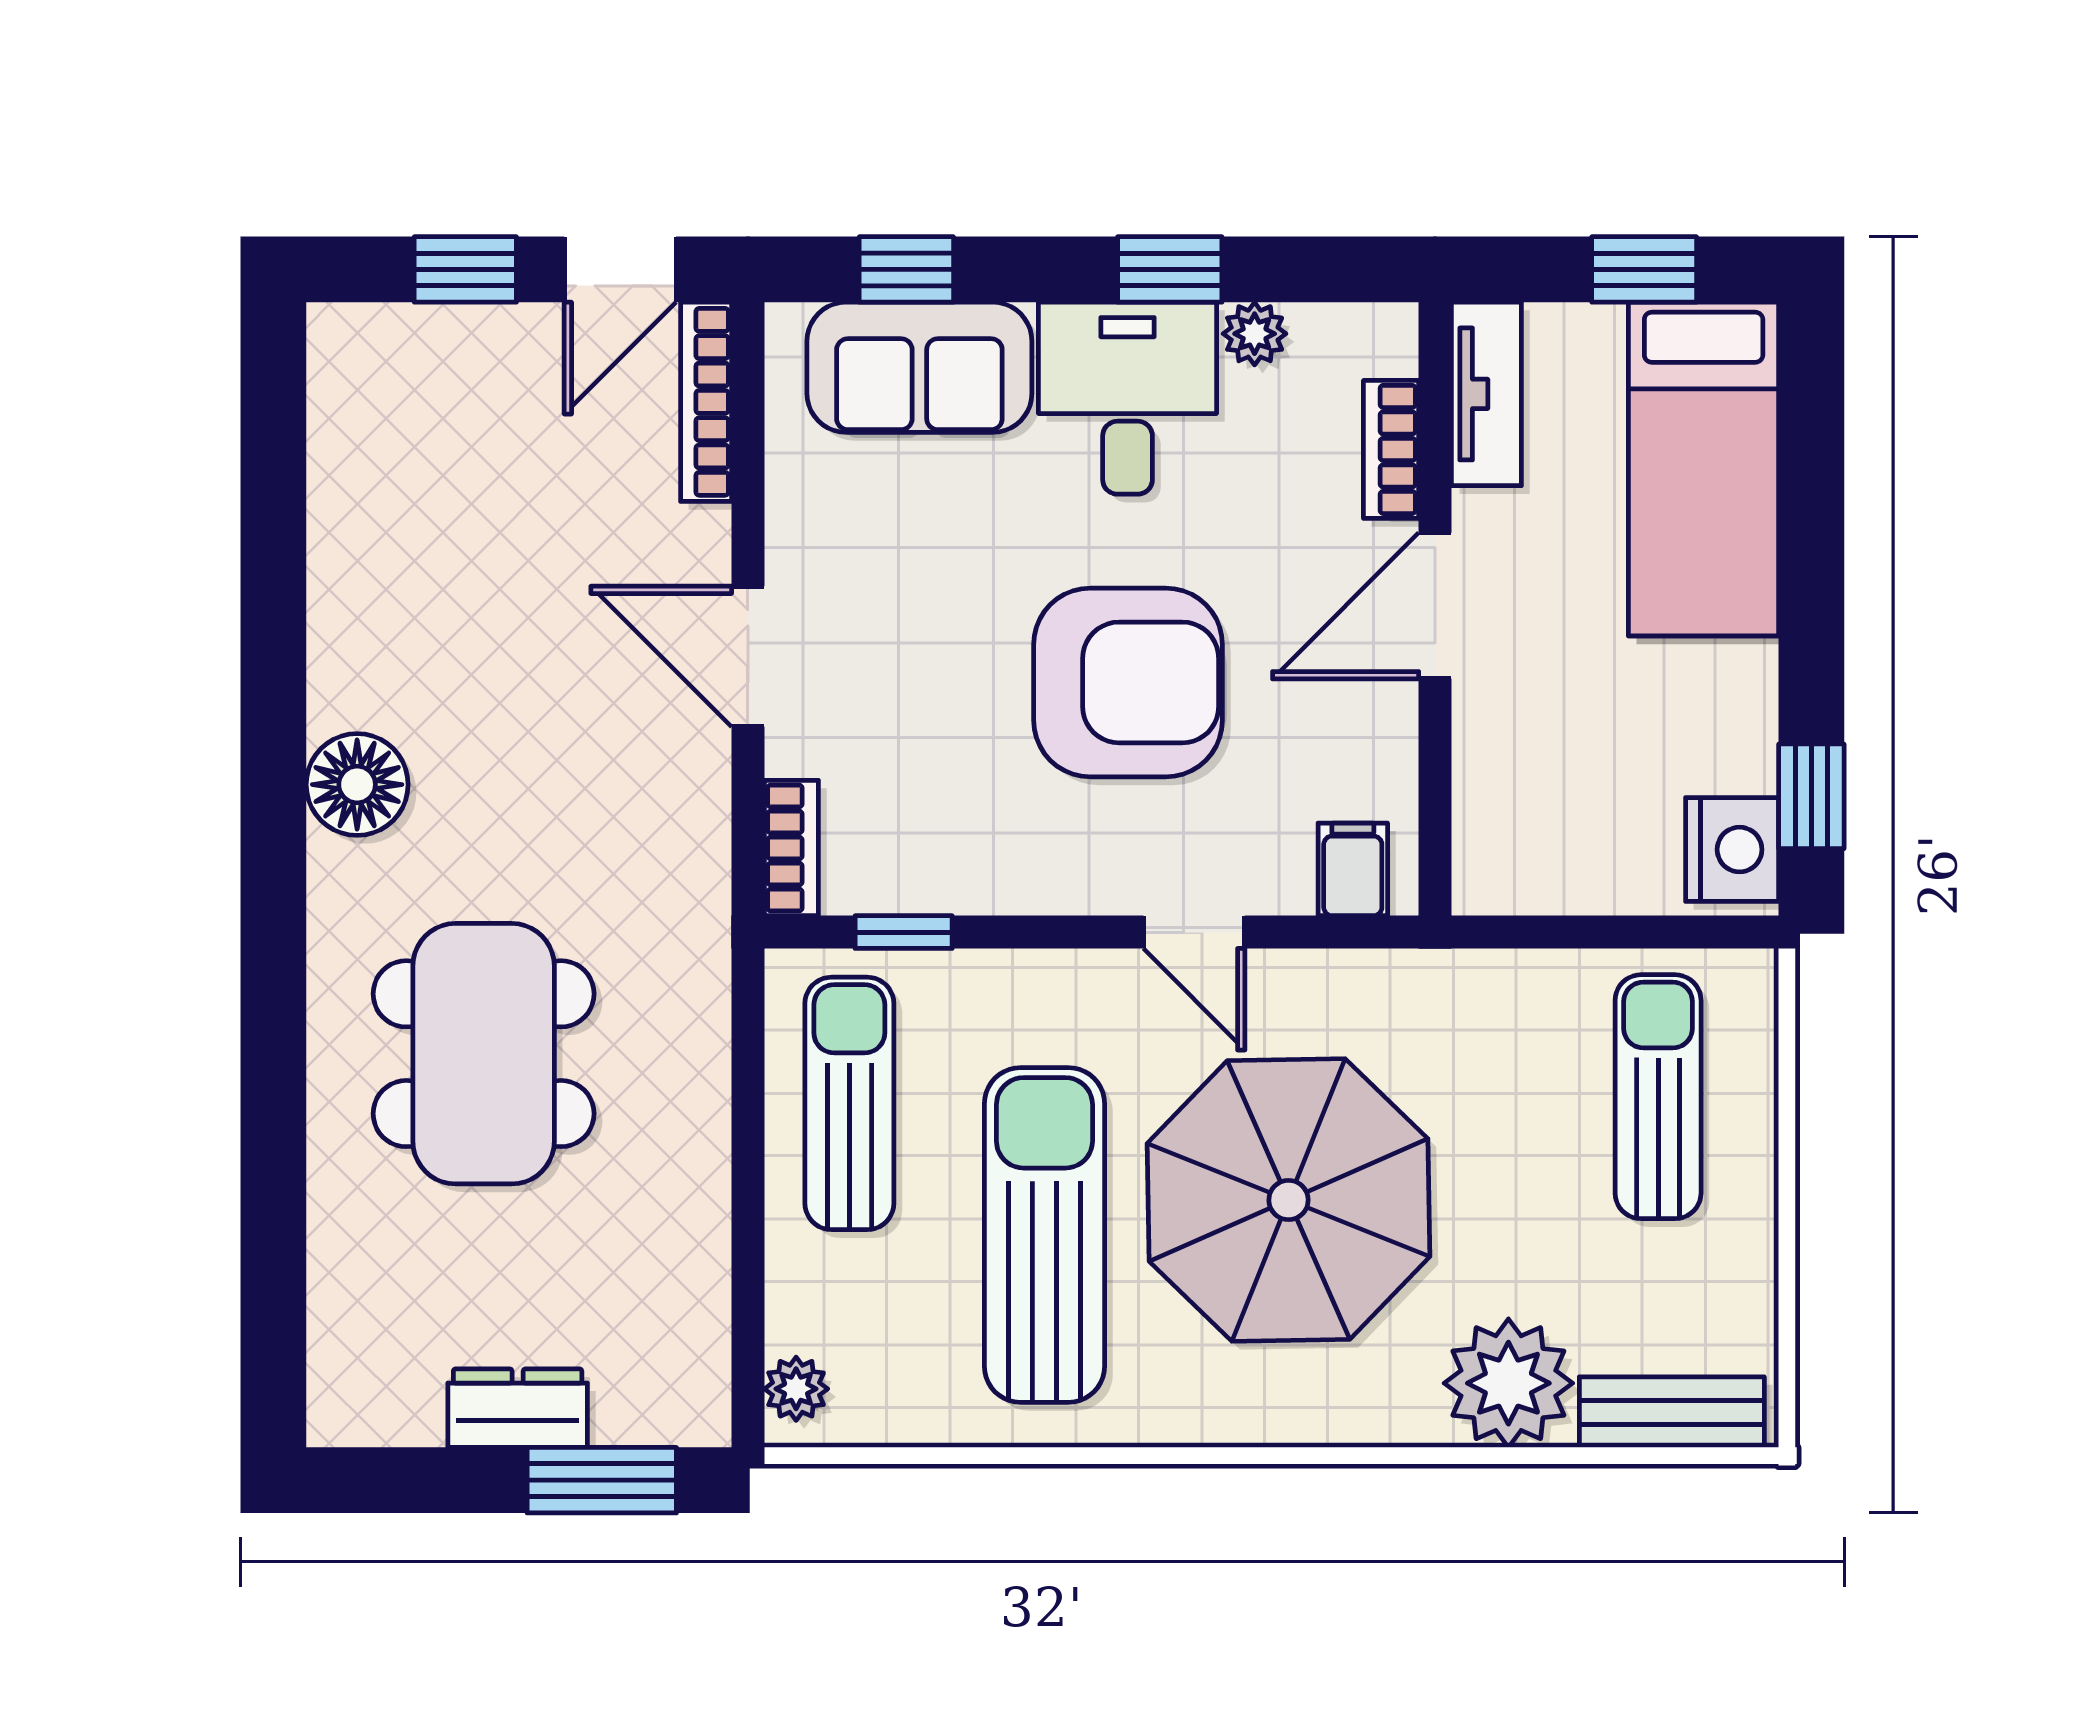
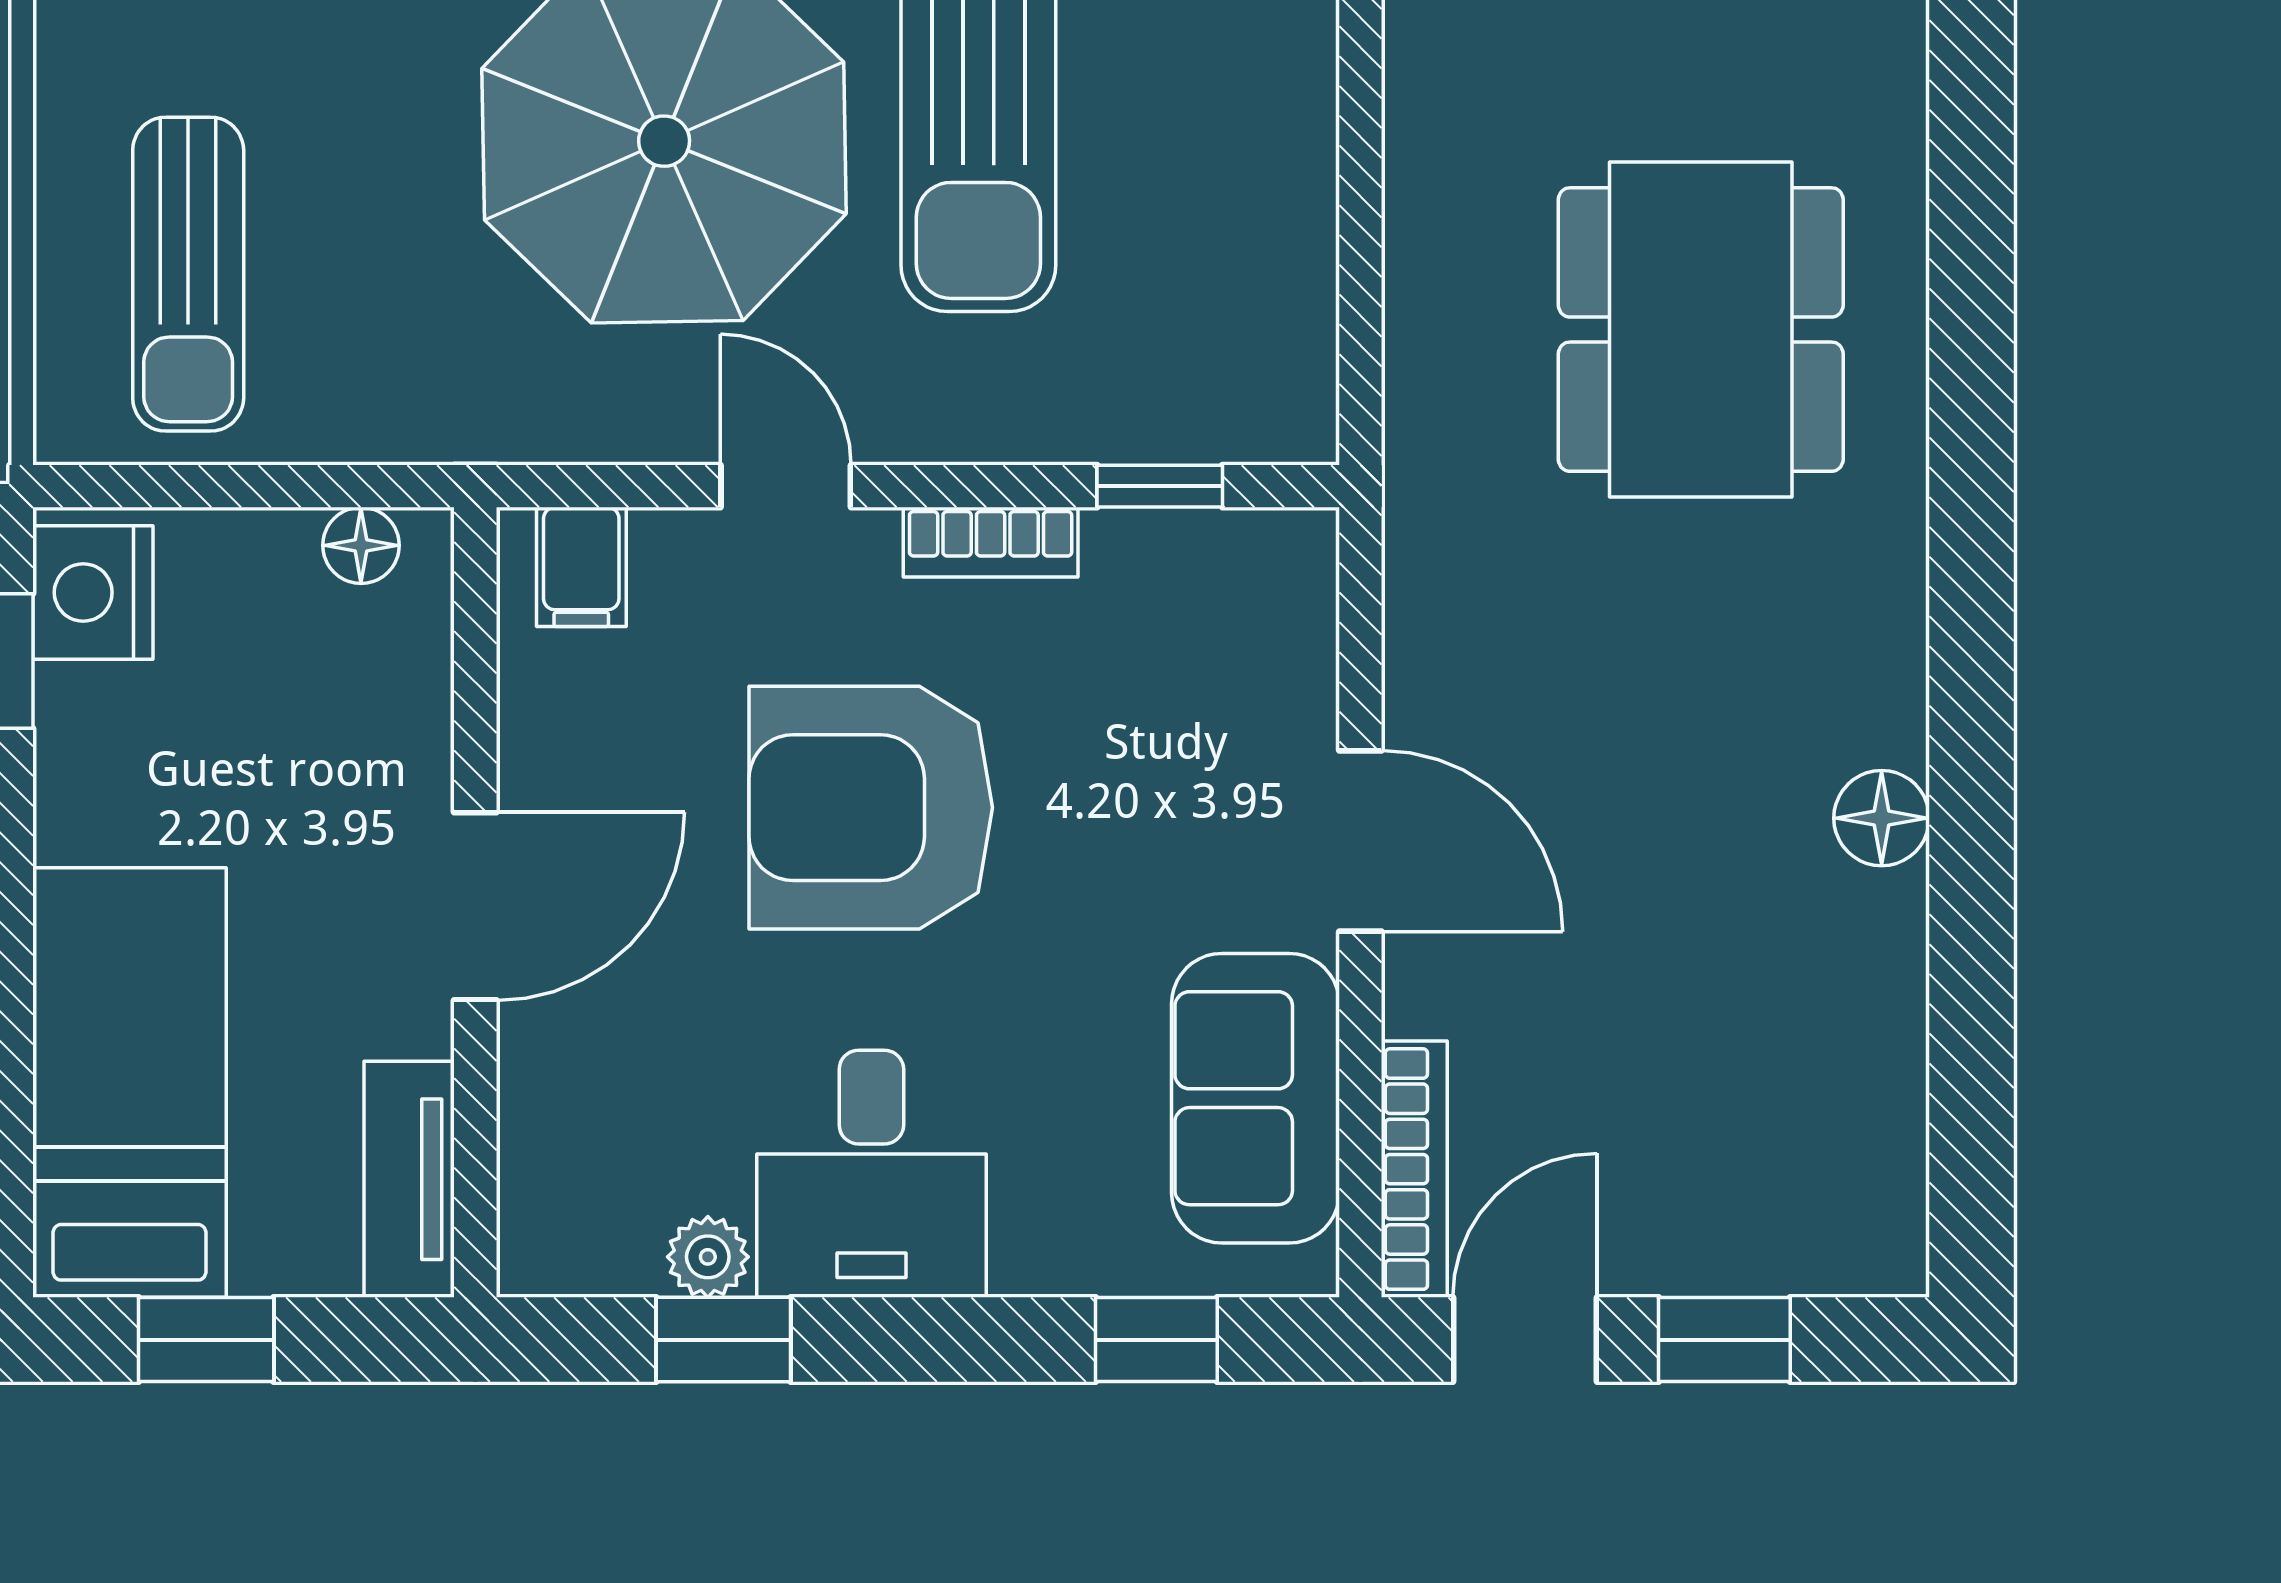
window: (1170, 269) -> (723, 1340), moved
sofa: (919, 367) -> (1255, 1098), moved, turned -90
bookcase: (1391, 449) -> (532, 1108), removed
floor lamp: (357, 785) -> (1882, 818), moved, width x0.73, depth x0.73
bookcase: (791, 848) -> (991, 542), moved, turned -90
floor lamp: (1524, 886) -> (361, 545), added
sun lounger: (849, 1103) -> (1230, 265), removed

